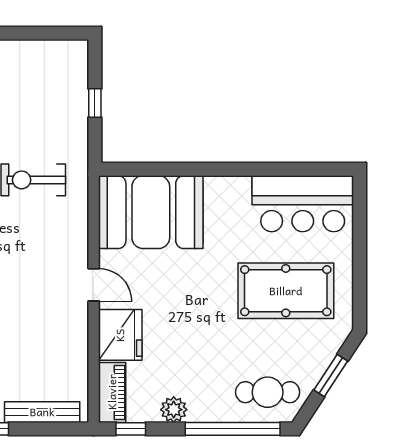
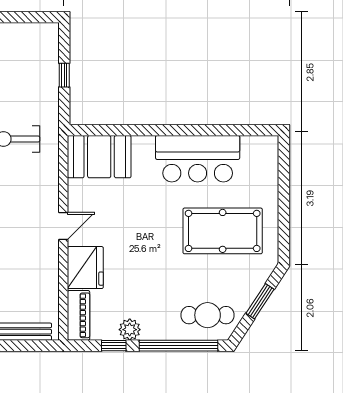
bar counter: (303, 204) -> (198, 159), moved
booth: (151, 212) -> (99, 157), width x0.73, depth x0.70
door: (94, 285) -> (63, 226), hinge flipped
window: (131, 429) -> (114, 346), moved

